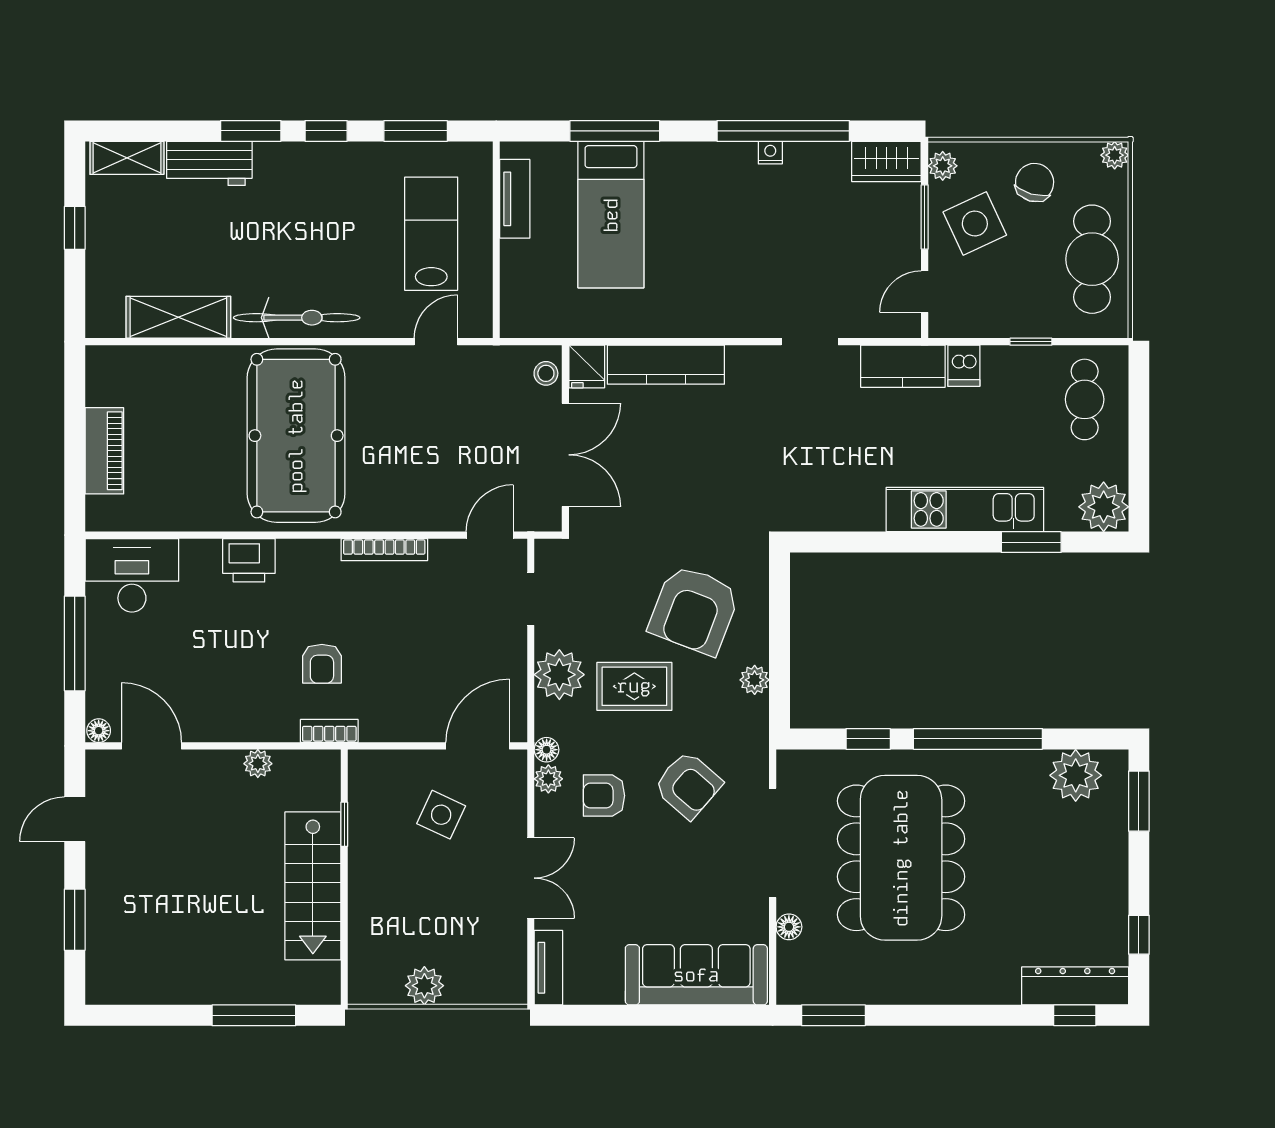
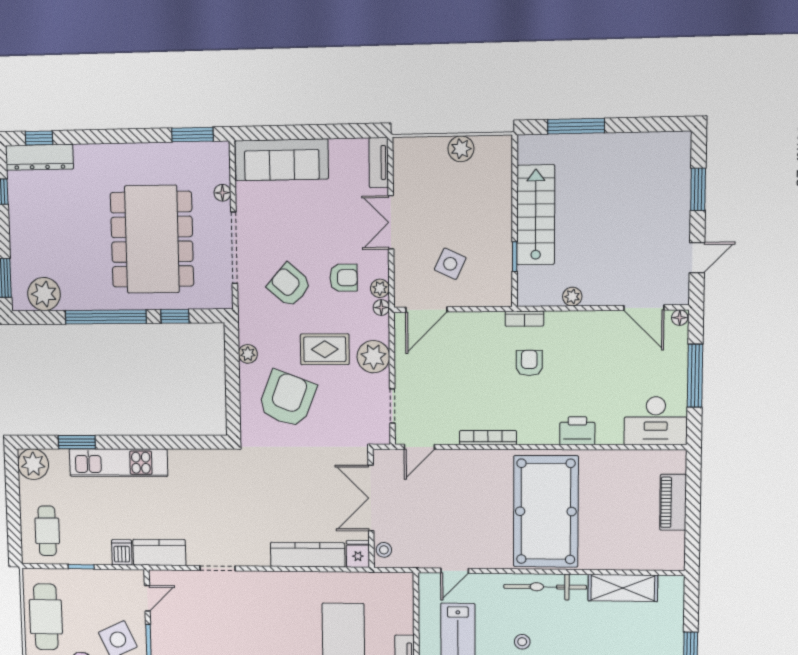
stool: (332, 230) -> (522, 642), added

